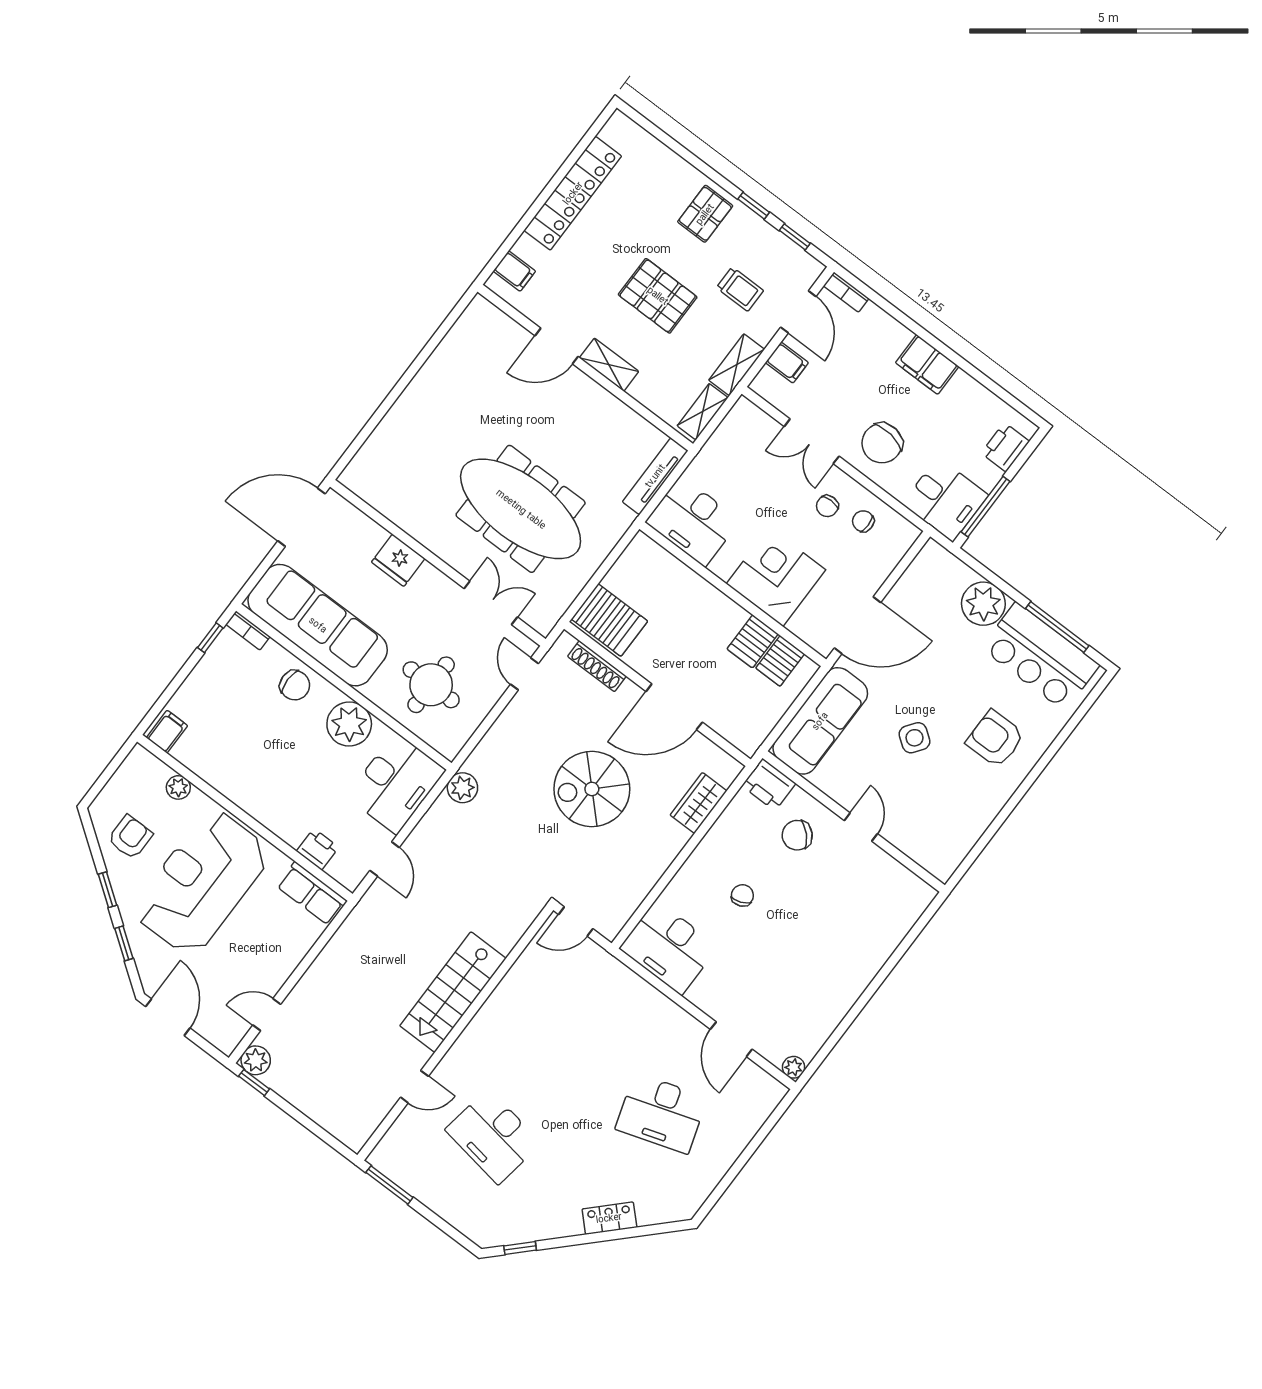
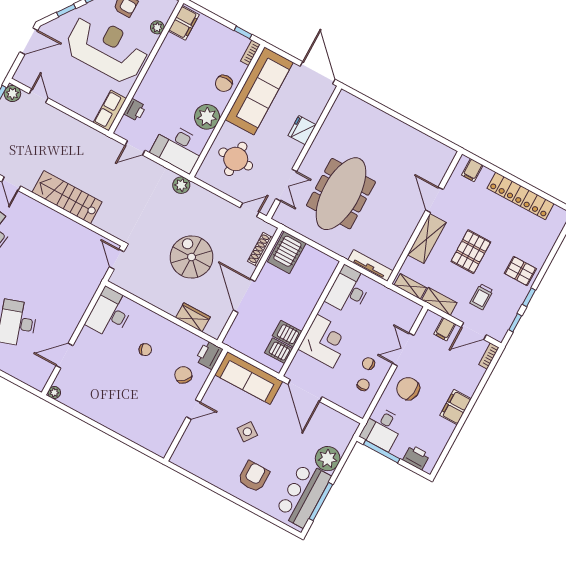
shelving: (609, 365) -> (427, 239), width x1.50, depth x1.33
filing cabinet: (167, 732) -> (184, 23), width x2.00

